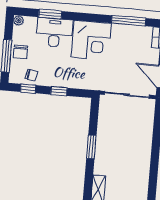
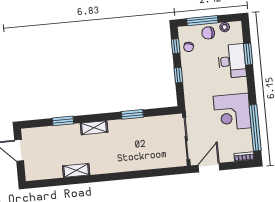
plant: (18, 20) -> (225, 27), moved
window: (129, 21) -> (255, 128), width x1.46
corner desk: (91, 40) -> (232, 112), moved

